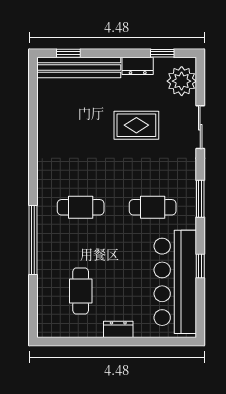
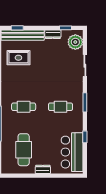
rug: (136, 125) -> (18, 58), moved
bar counter: (175, 282) -> (72, 152), width x0.73
cafe table: (81, 291) -> (24, 150), width x1.37, depth x1.35

